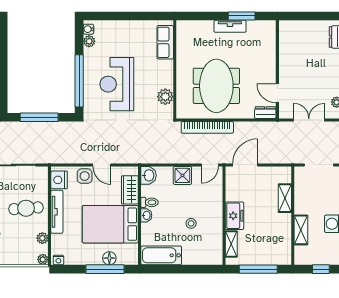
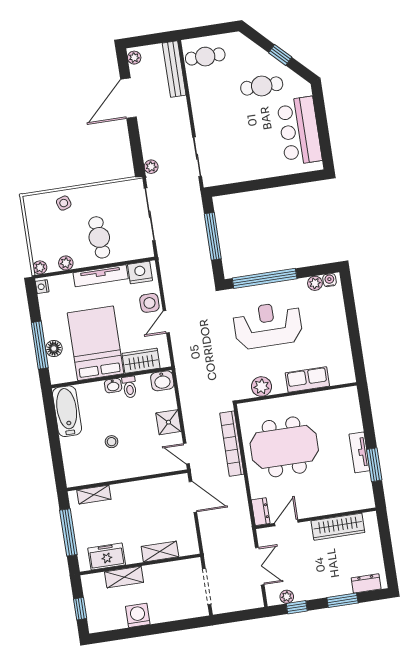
row of seats: (165, 42) -> (307, 379), moved
wardrobe: (287, 53) -> (338, 527), added
freezer: (234, 216) -> (107, 556), moved, turned 180

